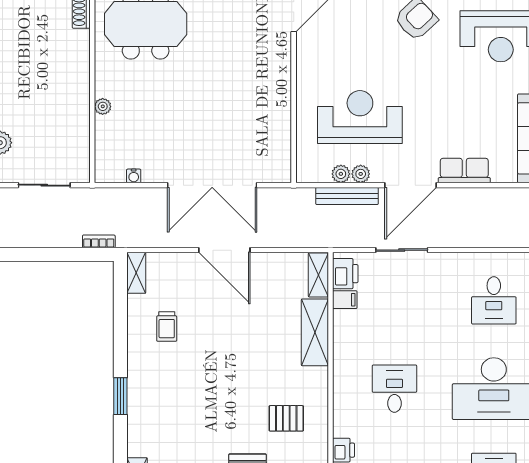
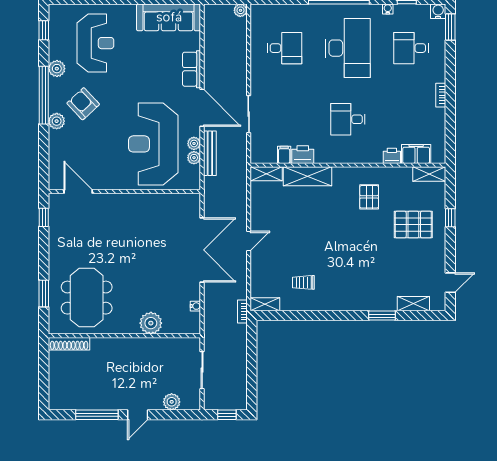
plant: (103, 106) -> (151, 323), width x1.87, depth x1.87
reception desk: (360, 117) -> (153, 144), width x1.36, depth x1.30
bookcase: (99, 241) -> (242, 312), moved
door: (224, 250) -> (249, 241), width x0.53
printer: (345, 274) -> (303, 155), moved
trolley: (167, 326) -> (303, 282), turned 180
window: (120, 396) -> (382, 316), moved

